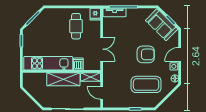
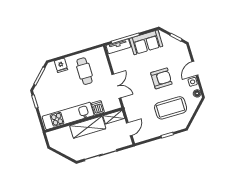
fridge: (95, 14) -> (61, 65), moved
sofa: (162, 25) -> (146, 42), moved, turned -45
door: (102, 93) -> (129, 129), swing flipped

